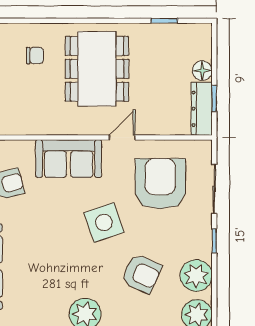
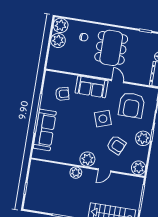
door: (122, 137) -> (118, 81), hinge flipped
armchair: (160, 184) -> (132, 105), turned 180
plant: (196, 276) -> (143, 138), moved

